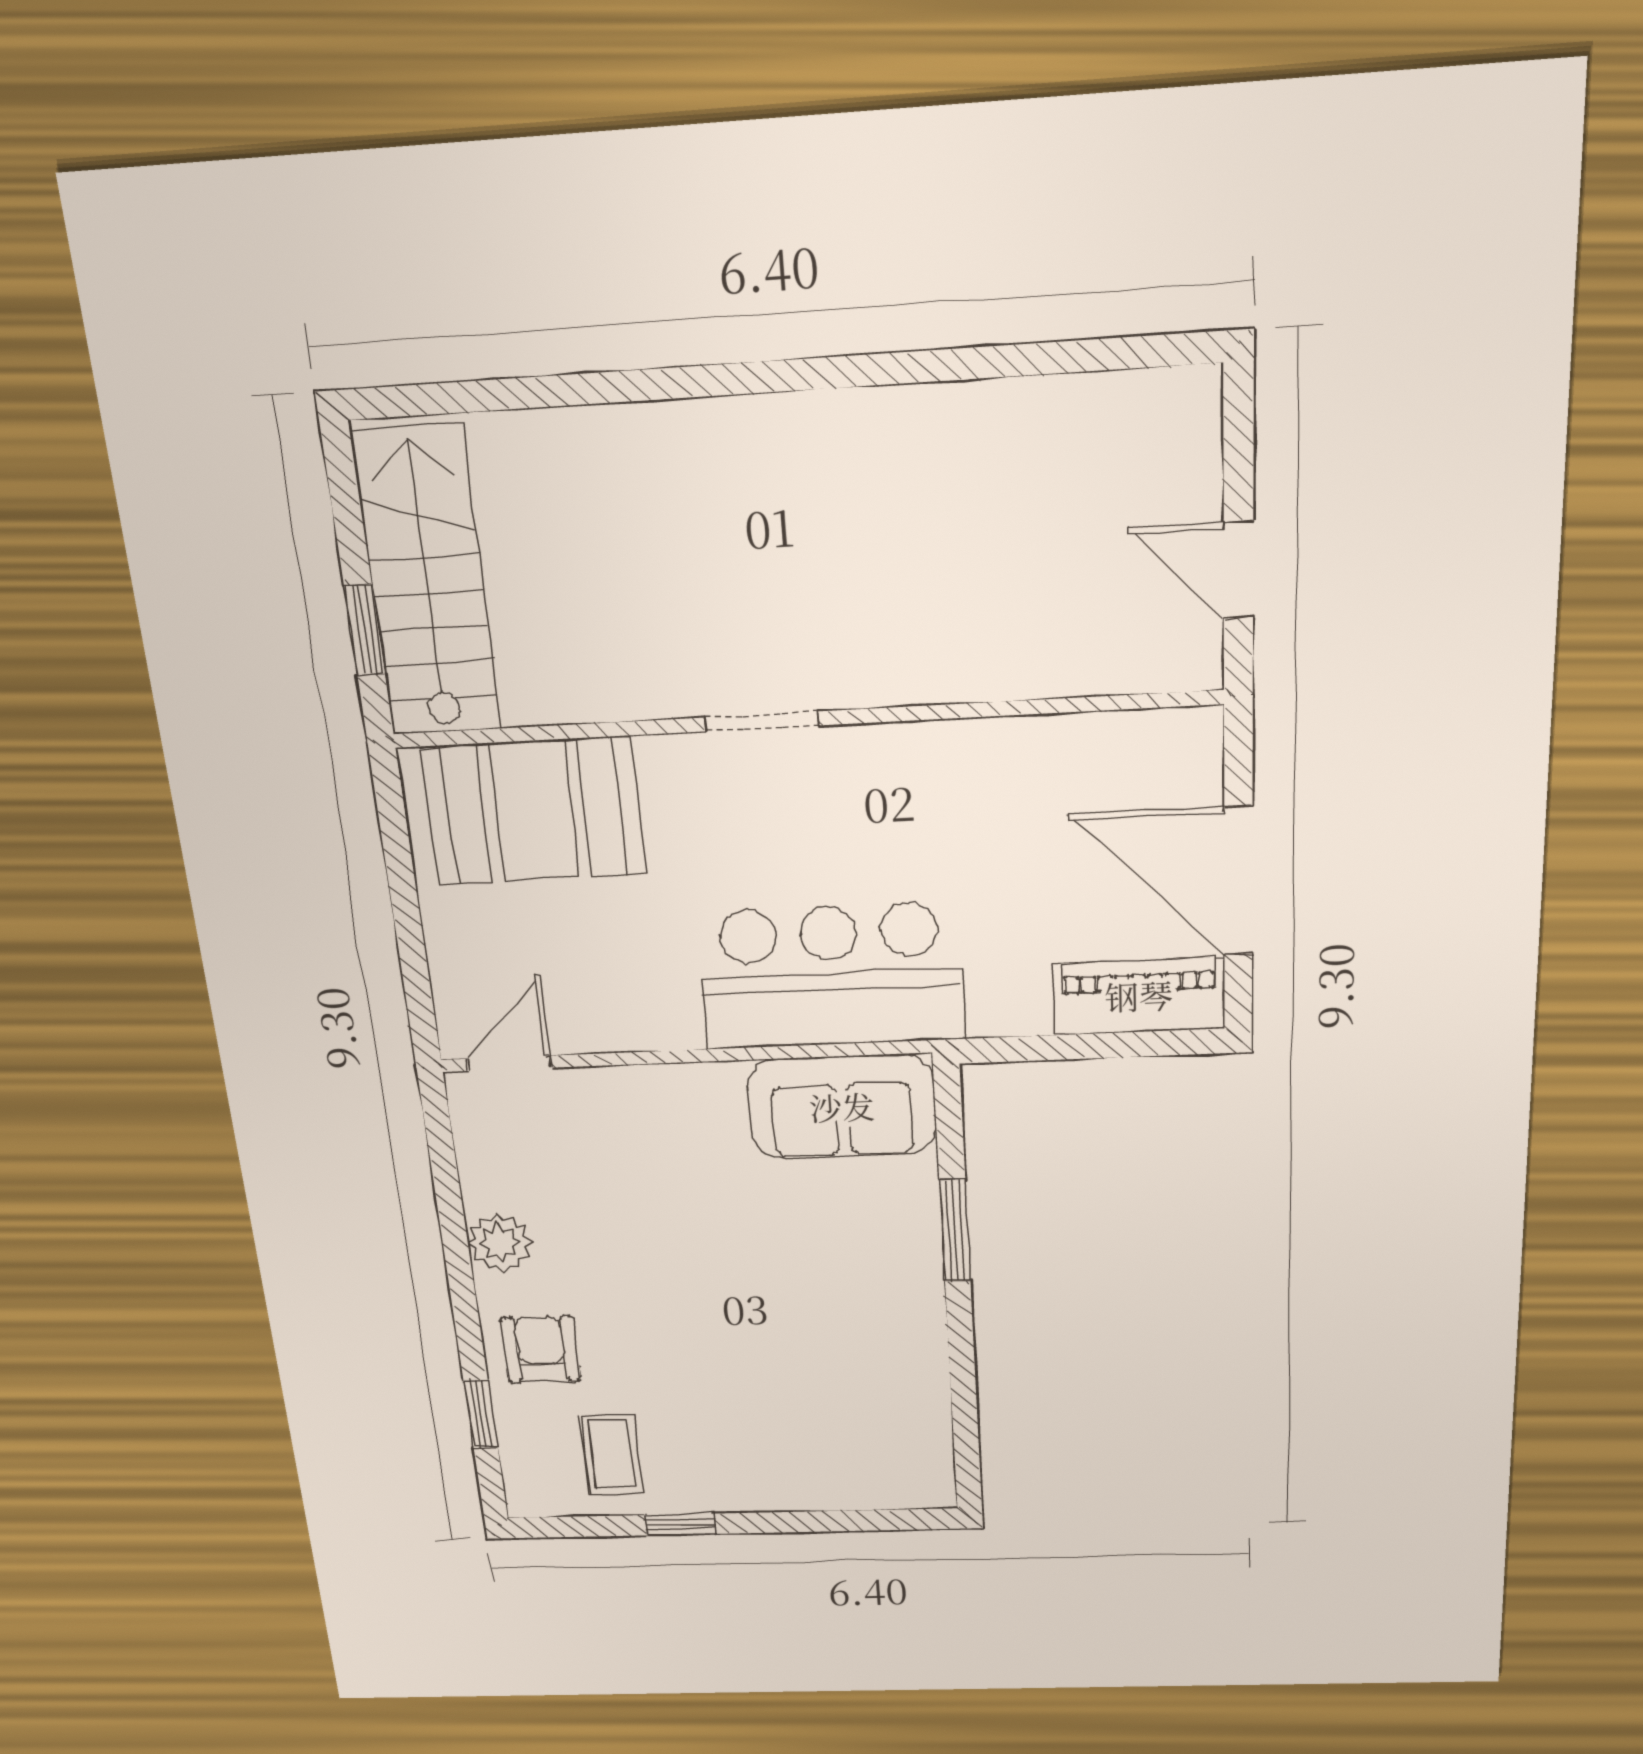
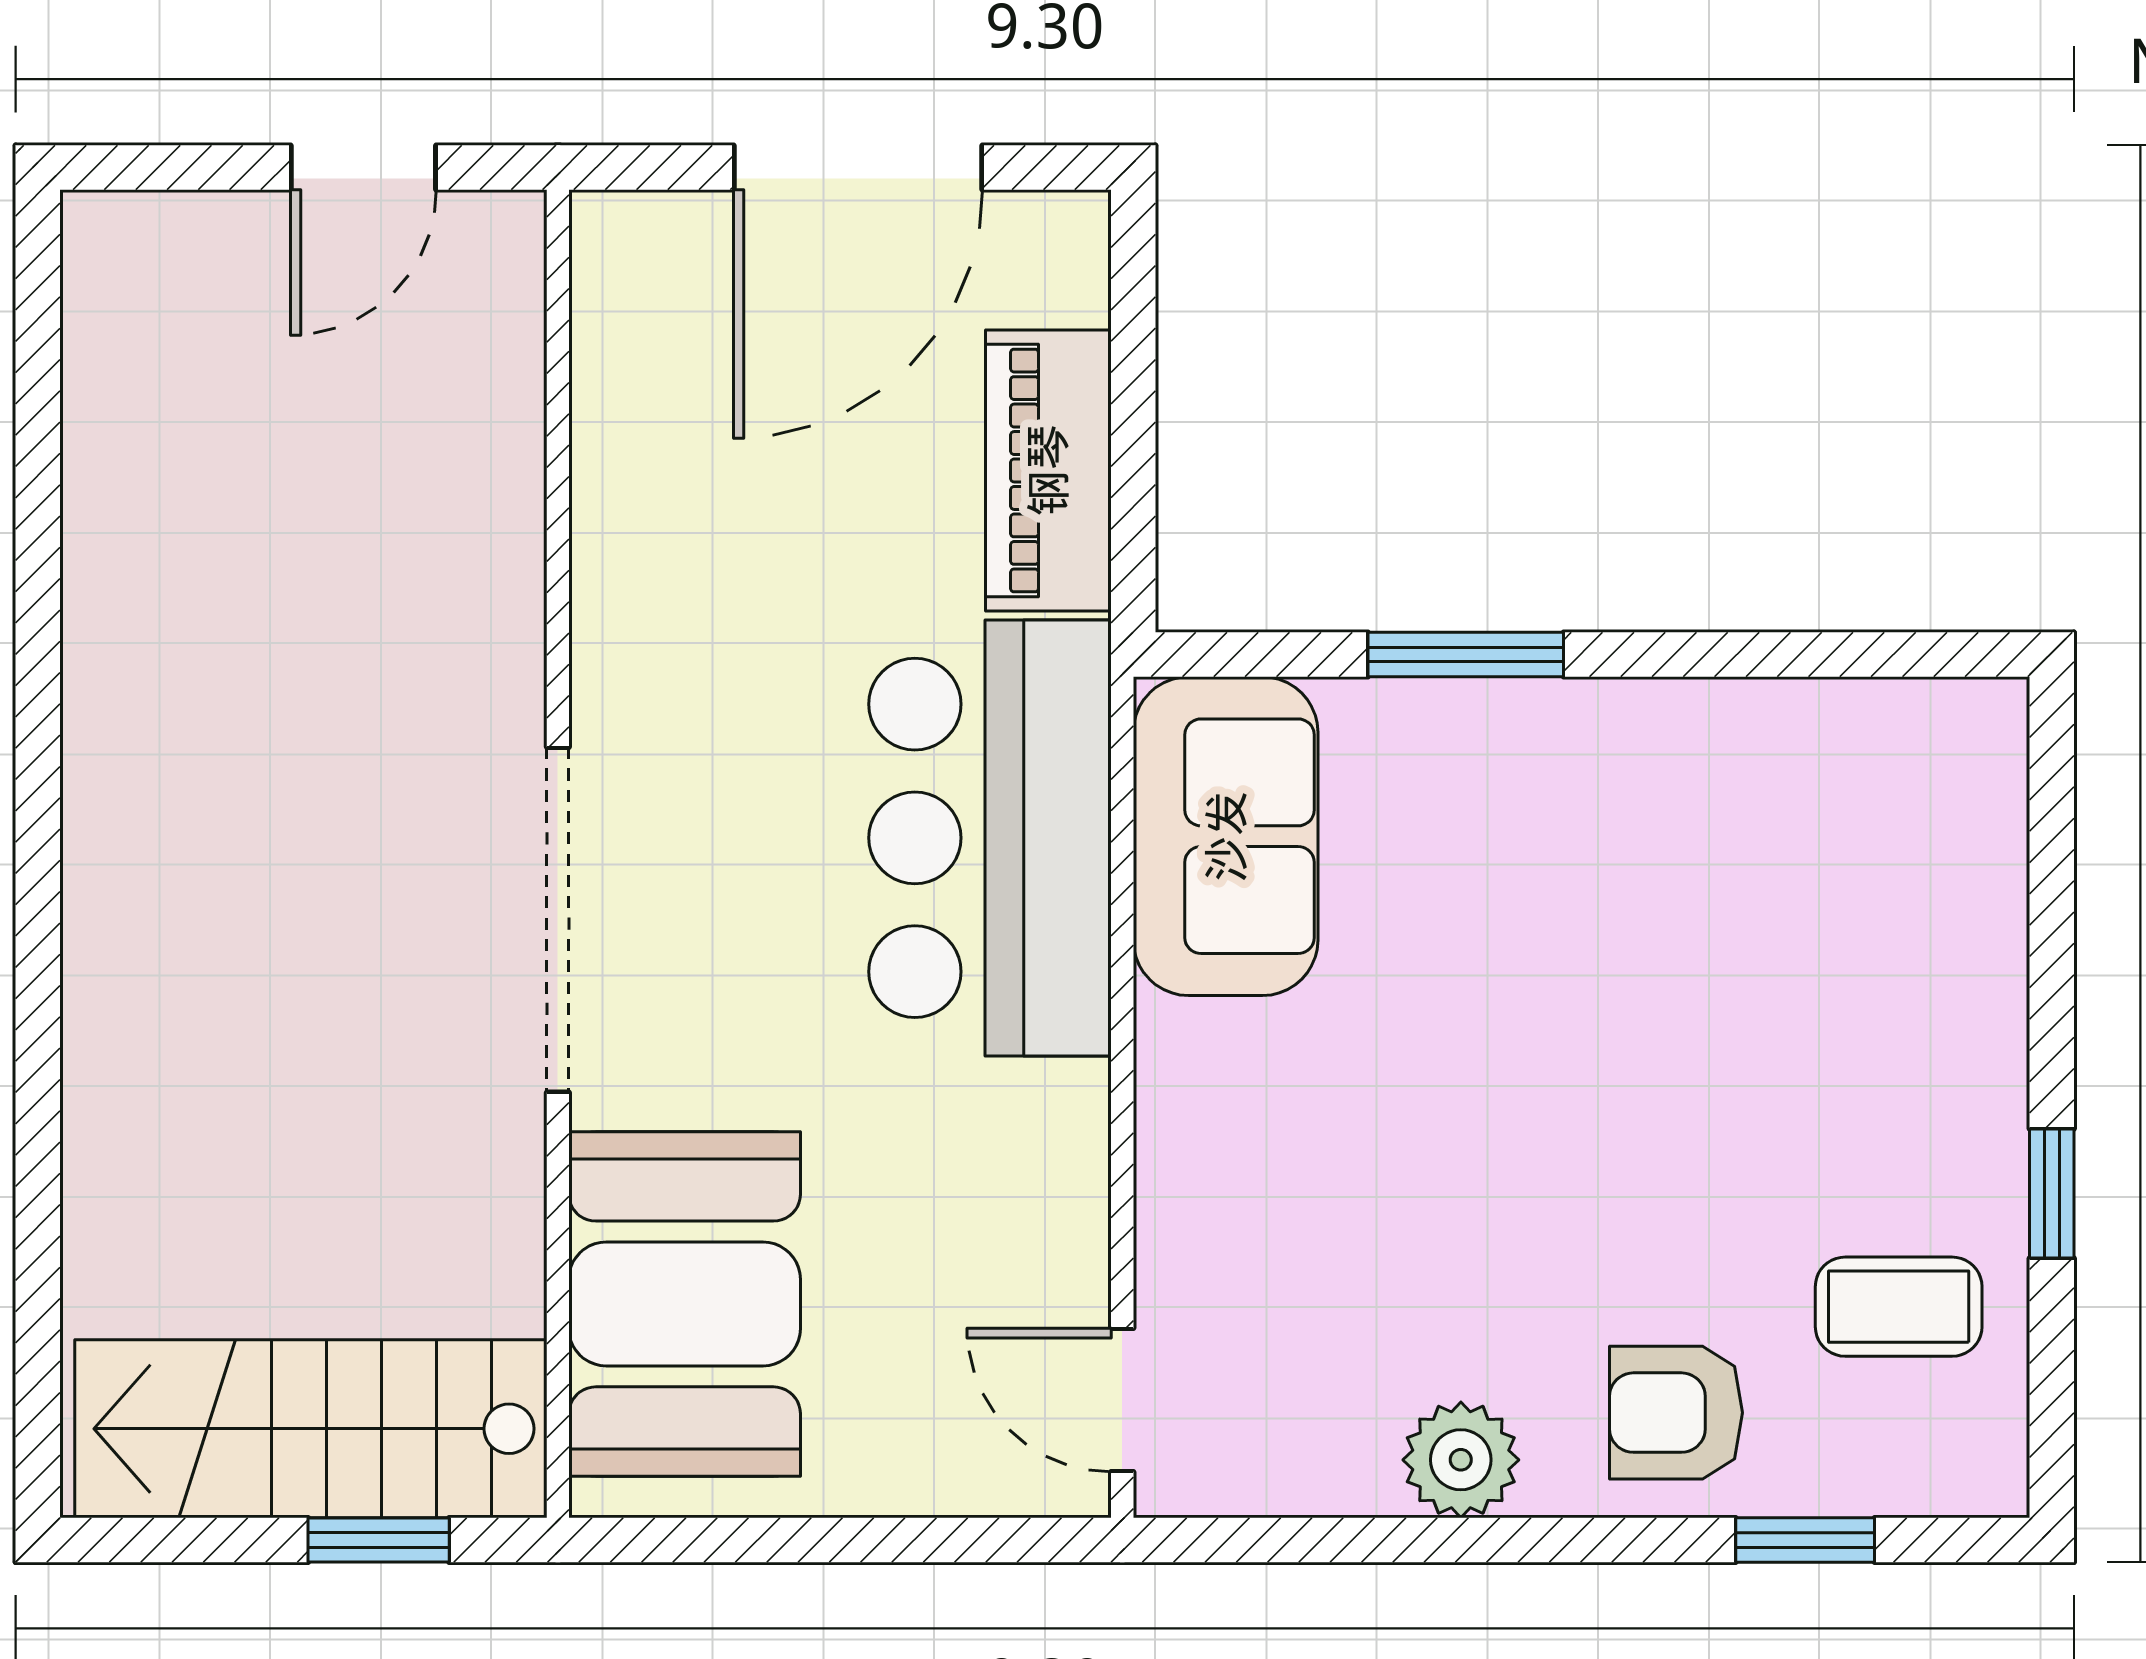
doorway: (761, 721) -> (558, 920), width x1.88
piano: (1139, 996) -> (1048, 470), moved

